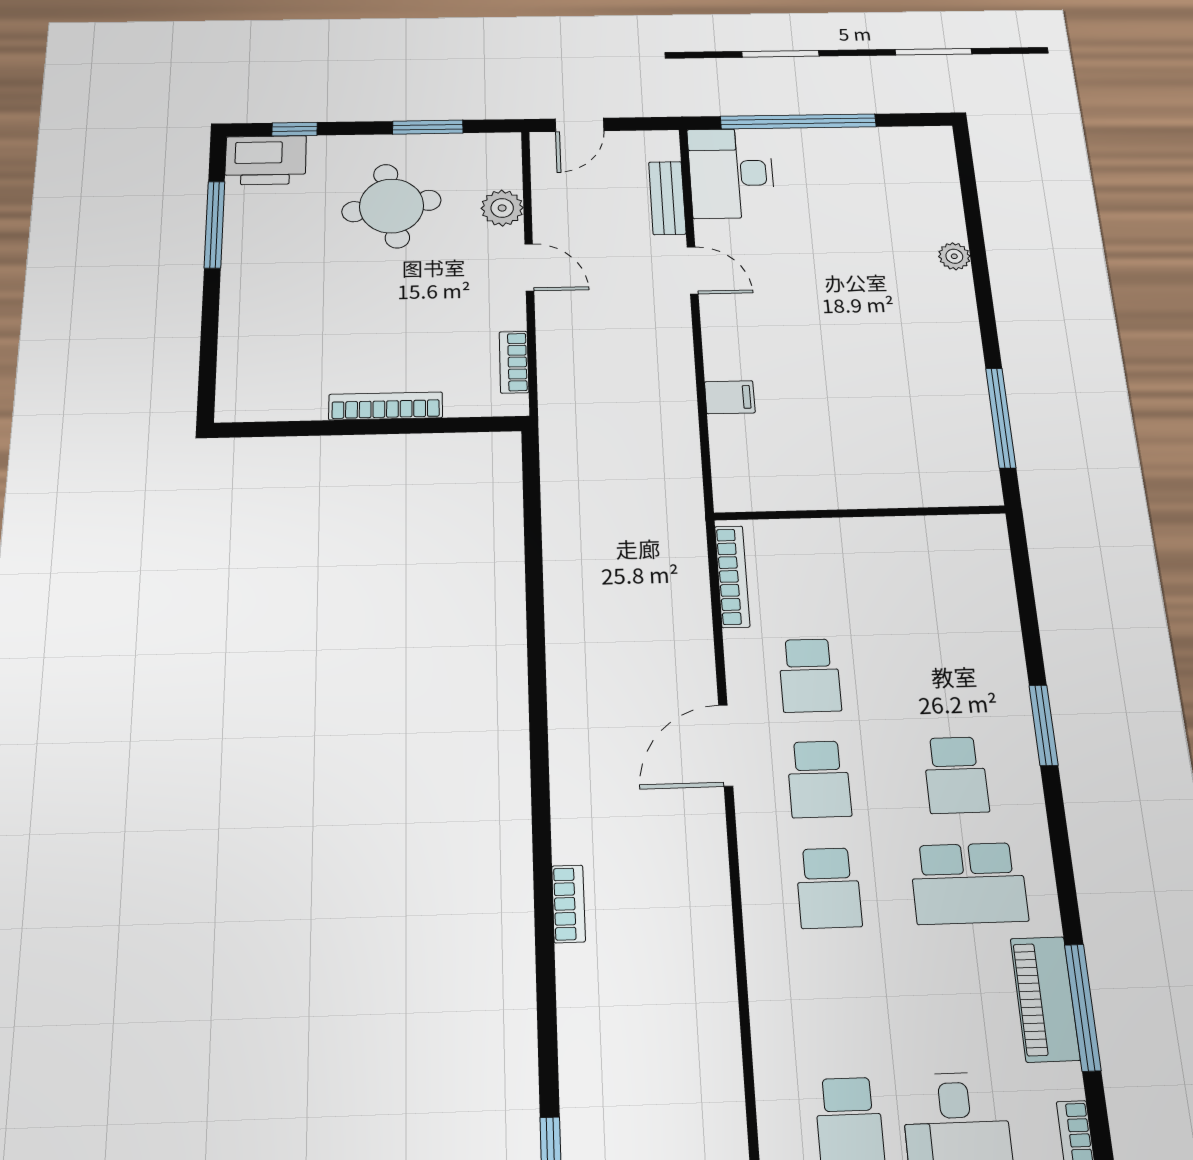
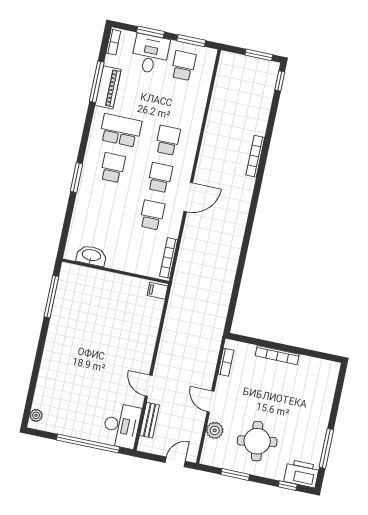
plant: (954, 256) -> (36, 415), moved
filing cabinet: (730, 397) -> (157, 291), moved
washbasin: (935, 537) -> (91, 256), added
bookcase: (568, 904) -> (255, 156), width x1.56

